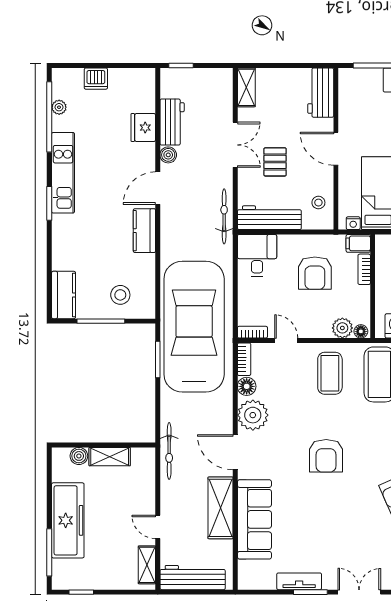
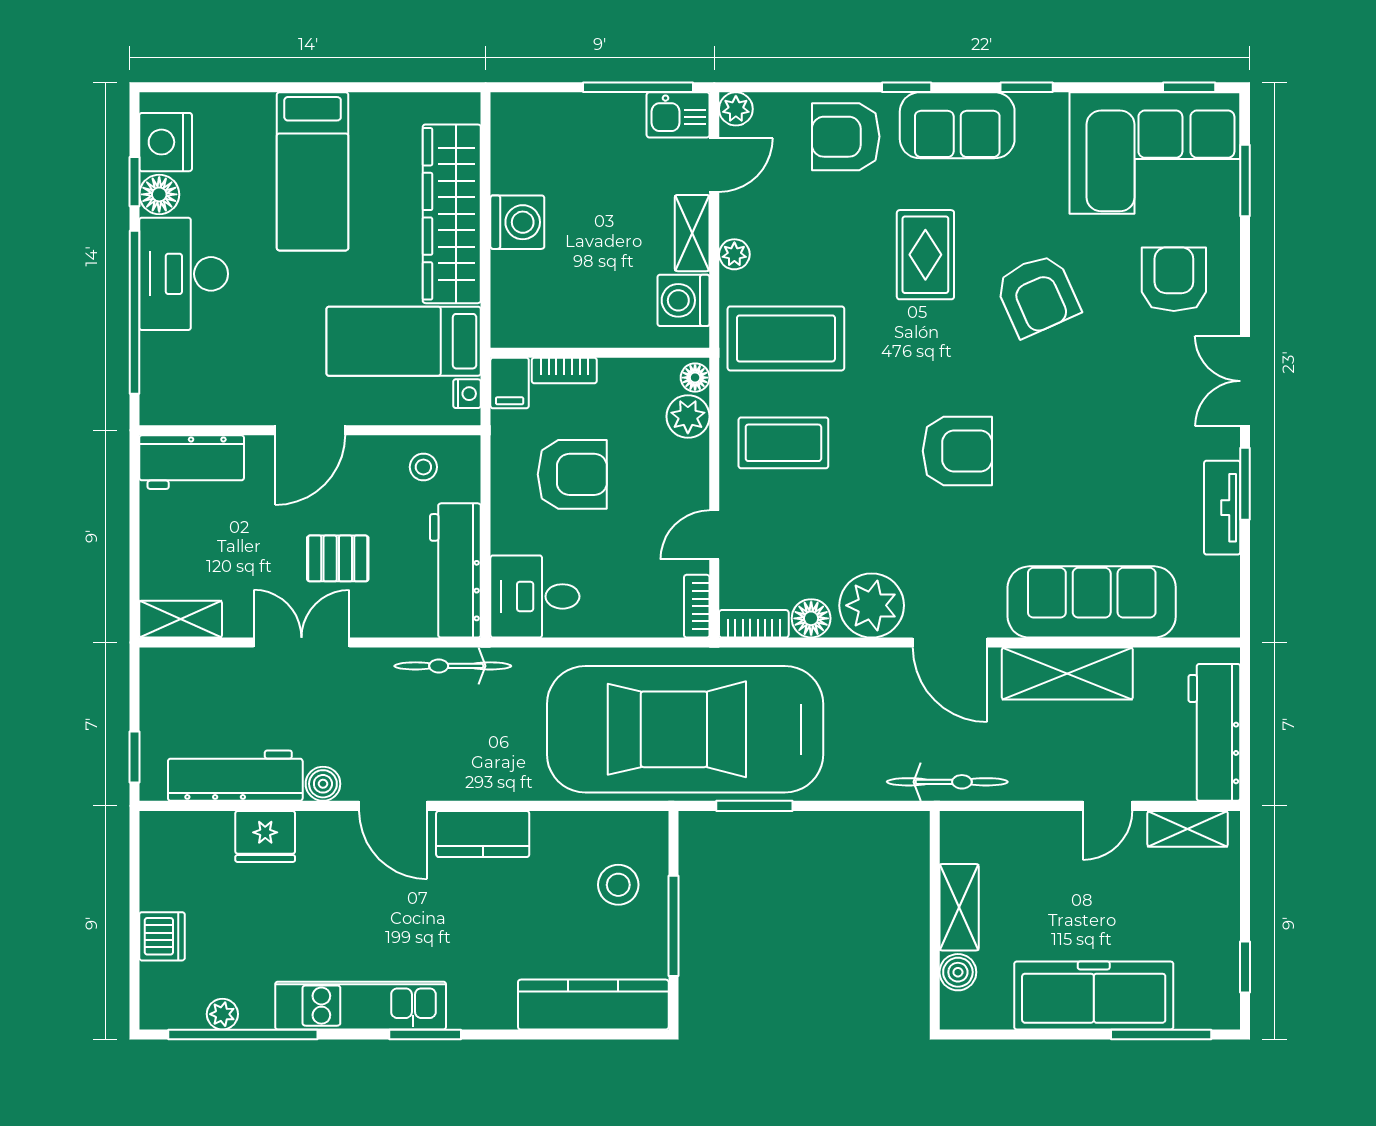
workbench: (172, 122) -> (235, 776), width x1.38
kitchen counter: (64, 295) -> (593, 1005), width x1.50
door: (235, 452) -> (950, 643), hinge flipped

